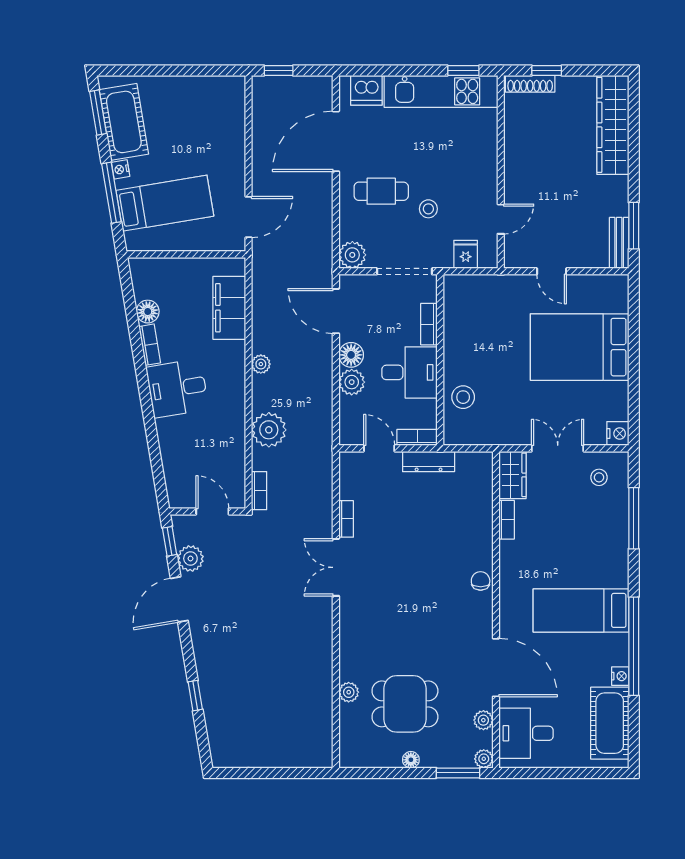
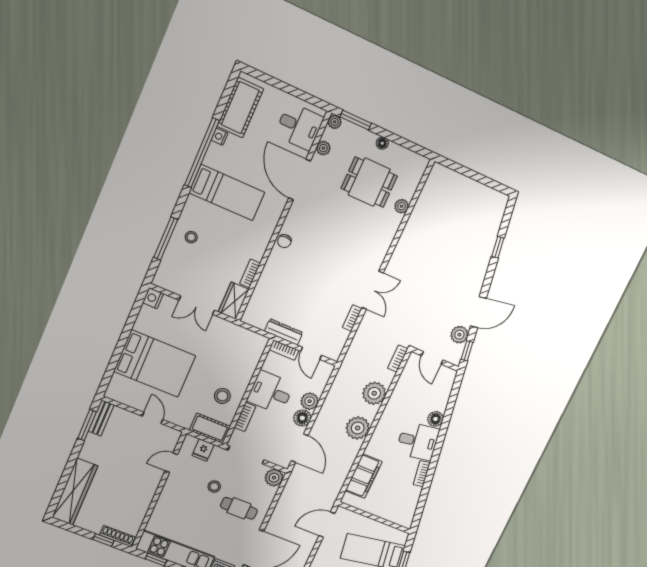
cot: (470, 289) -> (210, 428), added
floor lamp: (148, 312) -> (435, 419), moved
plant: (261, 364) -> (358, 428), width x1.88, depth x1.88
stool: (463, 397) -> (222, 396), moved
stool: (599, 477) -> (191, 237), moved

